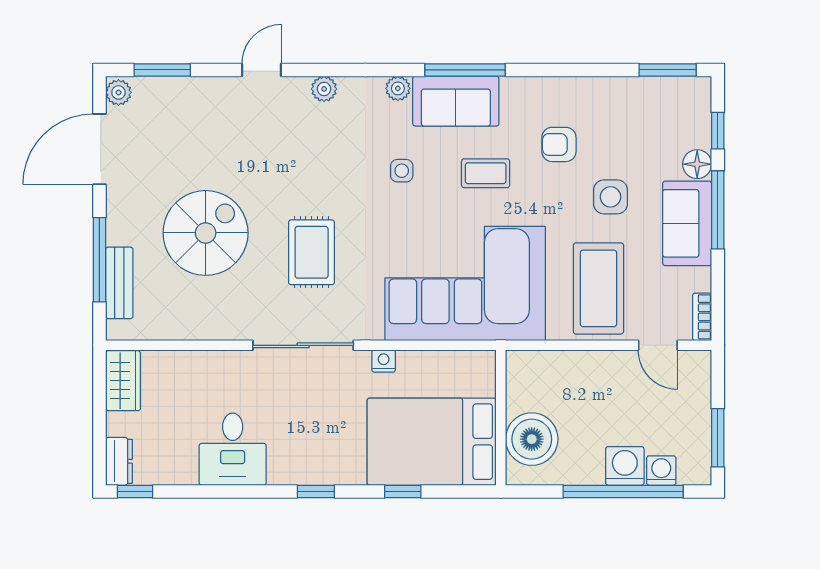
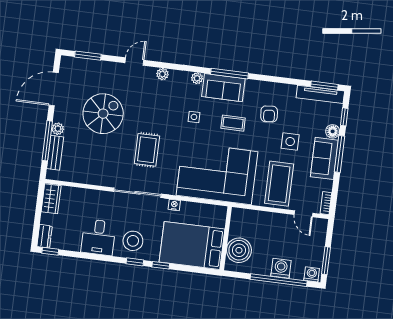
tv unit: (662, 90) -> (320, 94), added
plant: (118, 92) -> (58, 129), moved
armchair: (559, 144) -> (269, 114), turned -95
spiral stairs: (206, 233) -> (103, 114), moved
stool: (306, 448) -> (133, 241), added
washing machine: (661, 471) -> (312, 274), moved
window: (403, 491) -> (161, 265), moved

